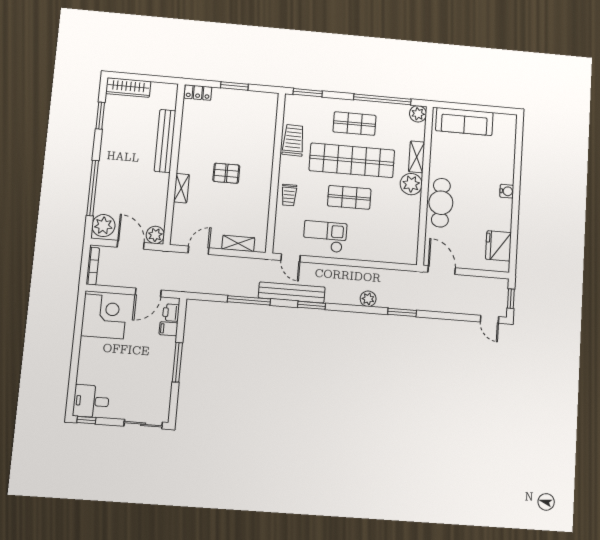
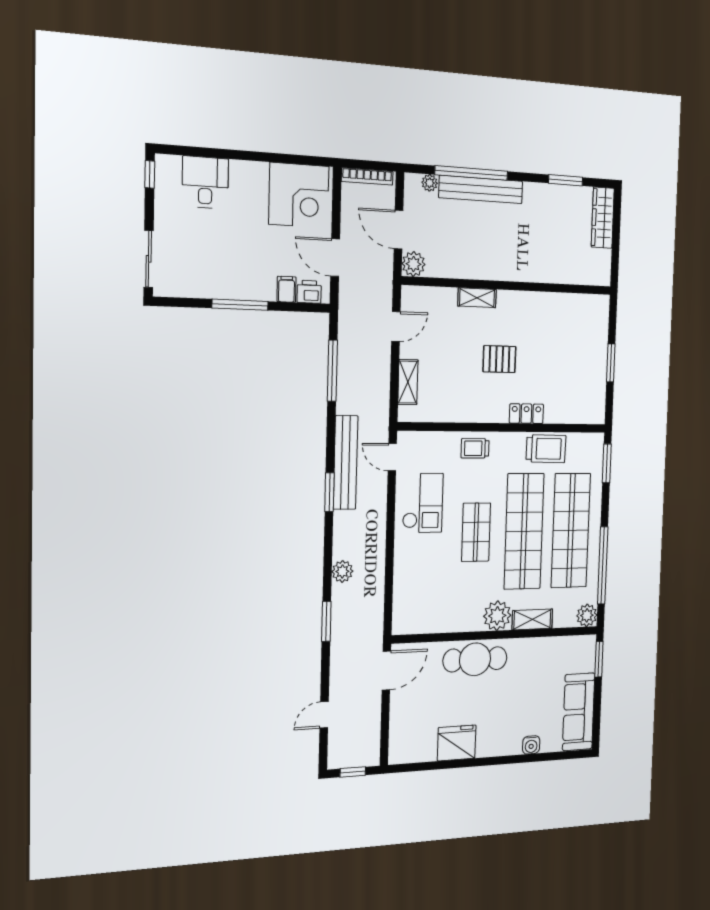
locker: (198, 93) -> (526, 414), moved, turned 90
window: (451, 106) -> (599, 659), added
sofa: (464, 122) -> (579, 712), moved
shop shelf: (354, 124) -> (571, 530), width x2.00, depth x1.36
bench: (165, 141) -> (481, 189), moved
pallet: (226, 173) -> (499, 359), turned 90
water cooler: (507, 191) -> (531, 745), moved
plant: (103, 226) -> (430, 183), width x0.53, depth x0.53
door: (131, 245) -> (399, 230), swing flipped
fridge: (498, 246) -> (457, 743), moved
door: (199, 250) -> (396, 326), hinge flipped
door: (291, 258) -> (392, 457), hinge flipped
window: (249, 300) -> (332, 371), moved
door: (490, 319) -> (324, 715), moved
desk: (91, 401) -> (205, 182), moved

